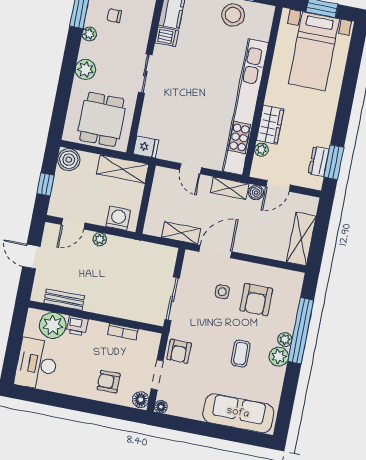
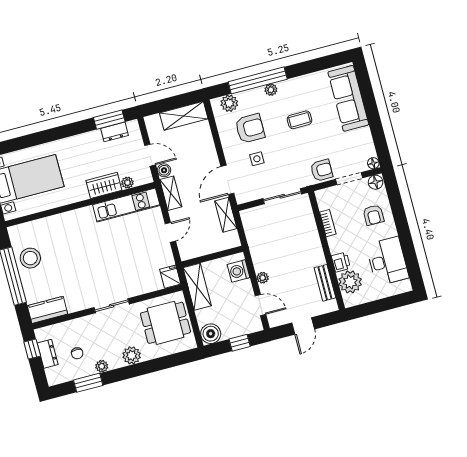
dishwasher: (167, 37) -> (74, 303), removed
kitchen unit: (245, 107) -> (126, 205), width x0.54
door: (215, 252) -> (227, 180), hinge flipped
plant: (279, 357) -> (229, 103), moved
desk: (37, 364) -> (387, 261), moved, turned -90

